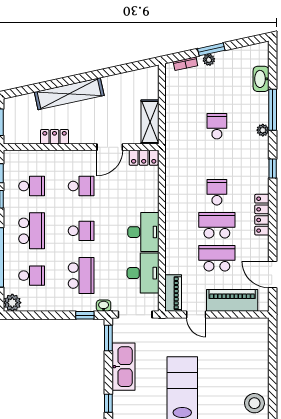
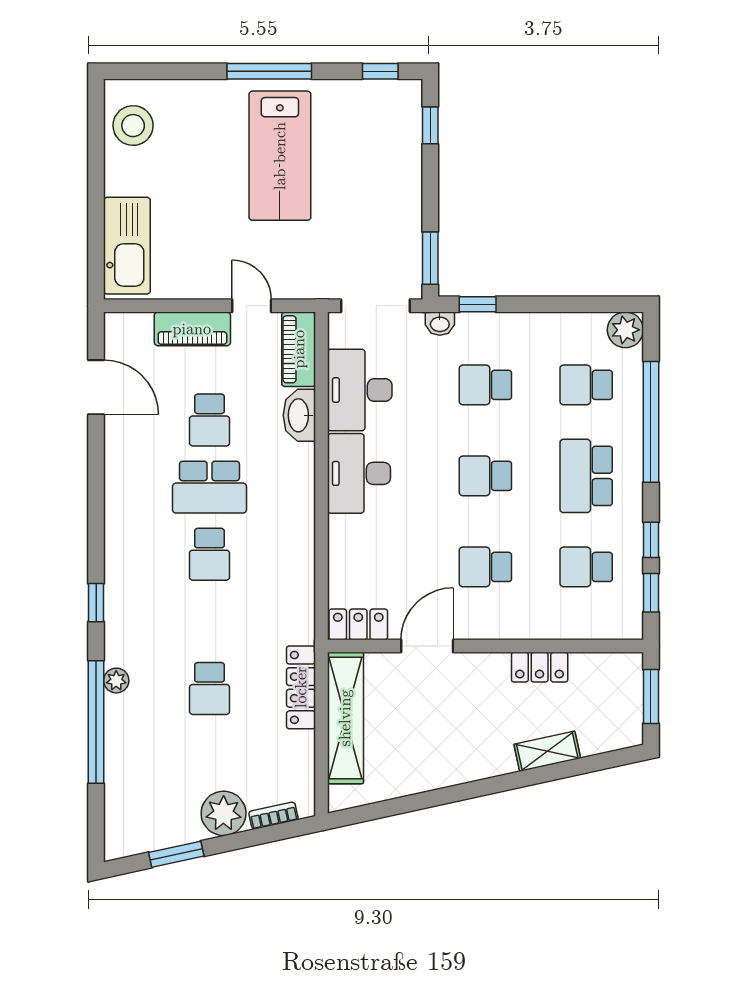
window: (211, 49) -> (176, 854), moved
plant: (209, 60) -> (224, 813), width x1.88, depth x1.88
washbasin: (261, 79) -> (299, 415), moved, turned 180
shelving: (69, 94) -> (547, 751), width x0.45, depth x0.75
window: (273, 110) -> (96, 722), width x1.46
shelving: (150, 122) -> (345, 718), width x1.47
locker: (262, 215) -> (301, 687), moved, turned 180
school desk: (217, 258) -> (209, 420), width x0.54
school desk: (81, 276) -> (485, 385), width x0.54
piano: (232, 300) -> (192, 329), width x0.73, depth x0.75
kitchen sink: (123, 367) -> (127, 246), moved, turned 180

